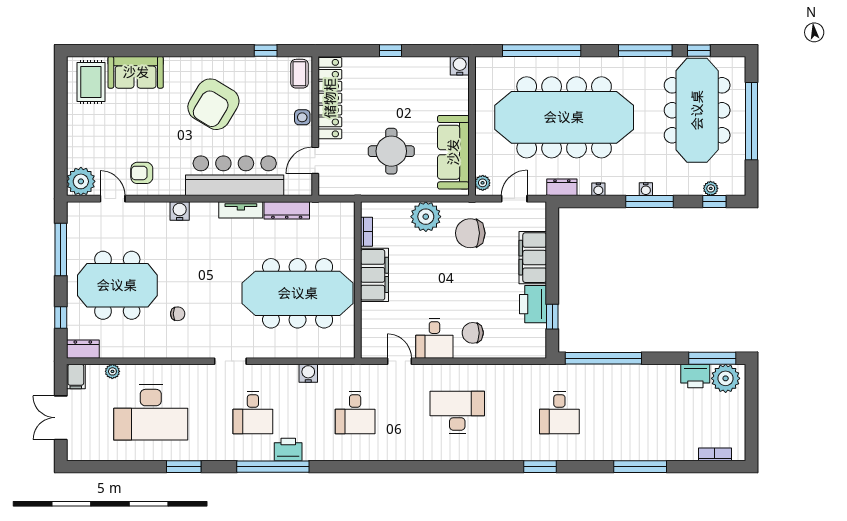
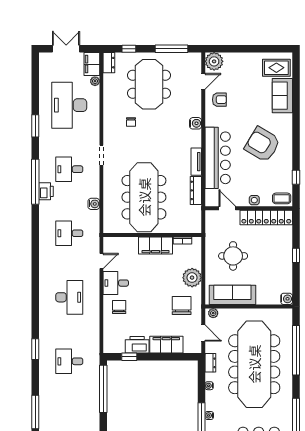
armchair: (142, 173) -> (219, 100), turned 90
filing cabinet: (76, 376) -> (92, 64), width x2.00

